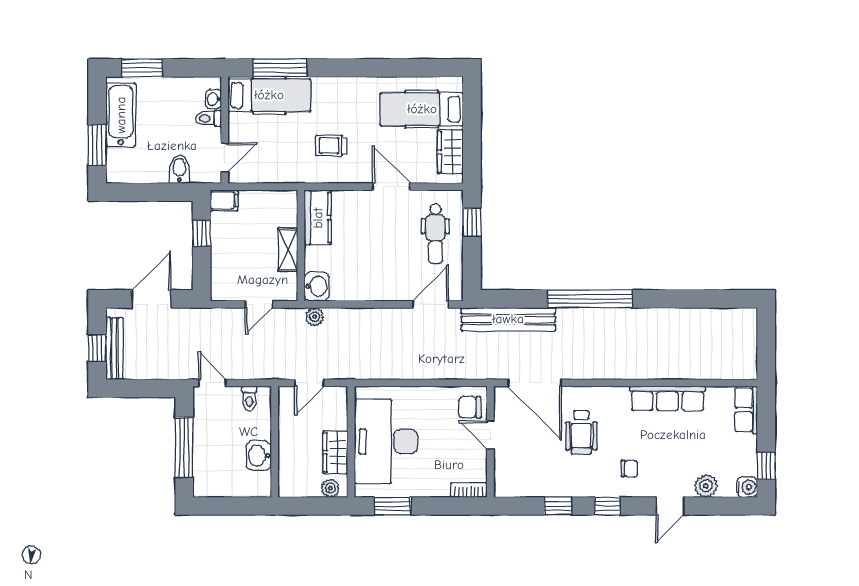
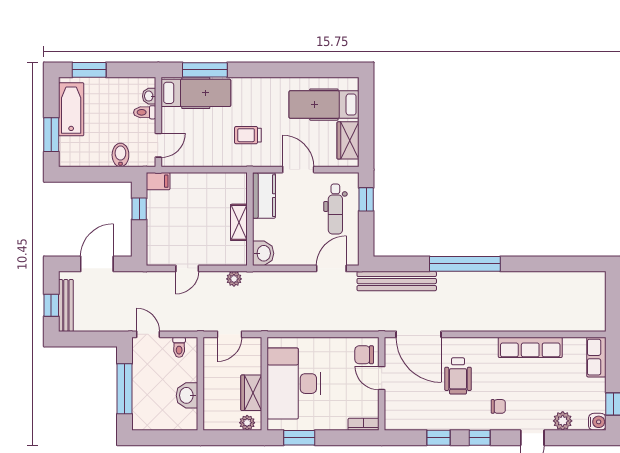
kitchen counter: (318, 218) -> (264, 196), moved
wall: (301, 246) -> (250, 219), moved
shelving: (288, 250) -> (239, 222), moved
washbasin: (317, 286) -> (263, 253), moved

